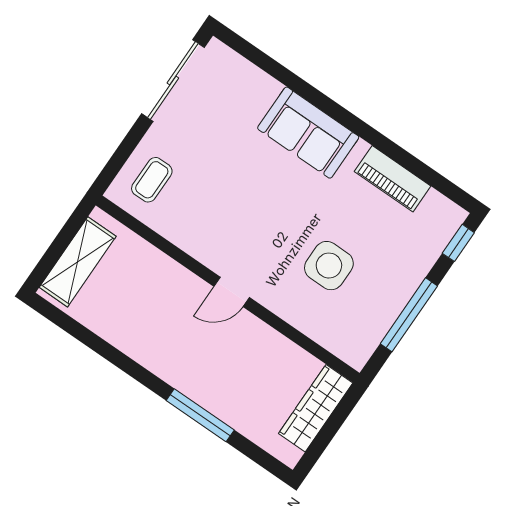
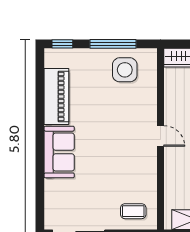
piano: (393, 179) -> (56, 97), width x1.37, depth x1.33
side table: (329, 266) -> (125, 70), moved

